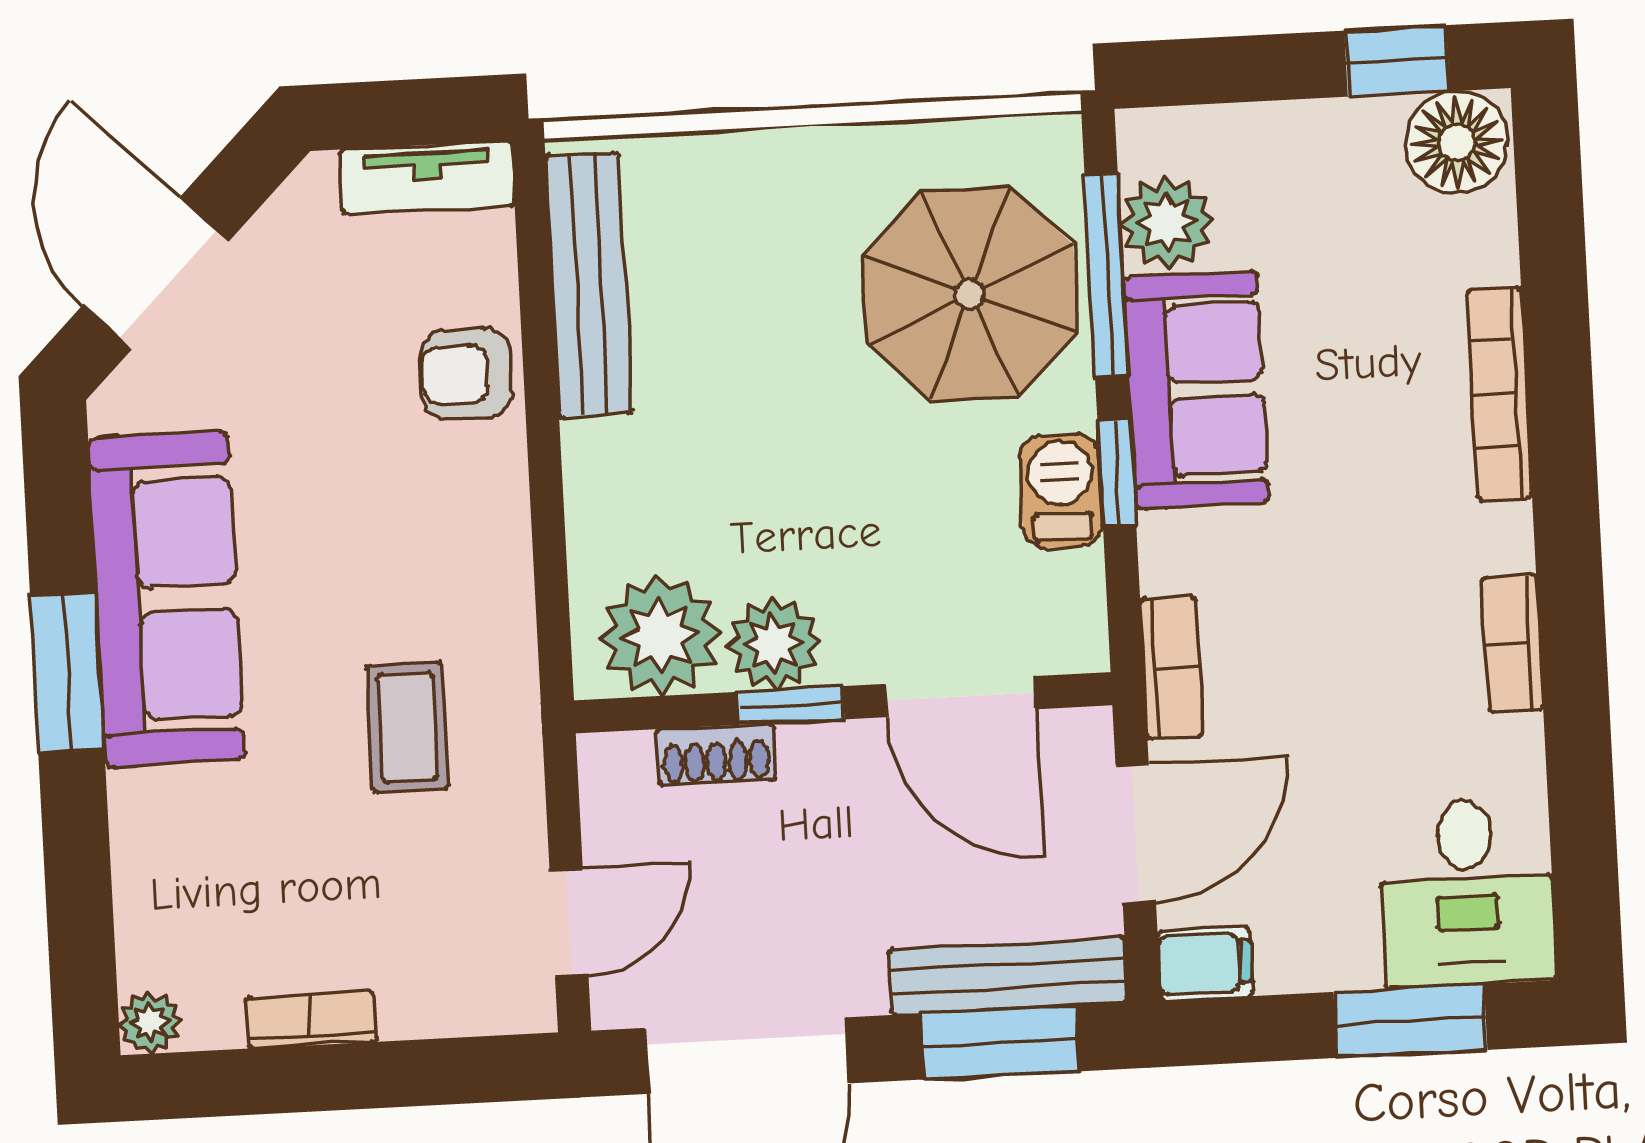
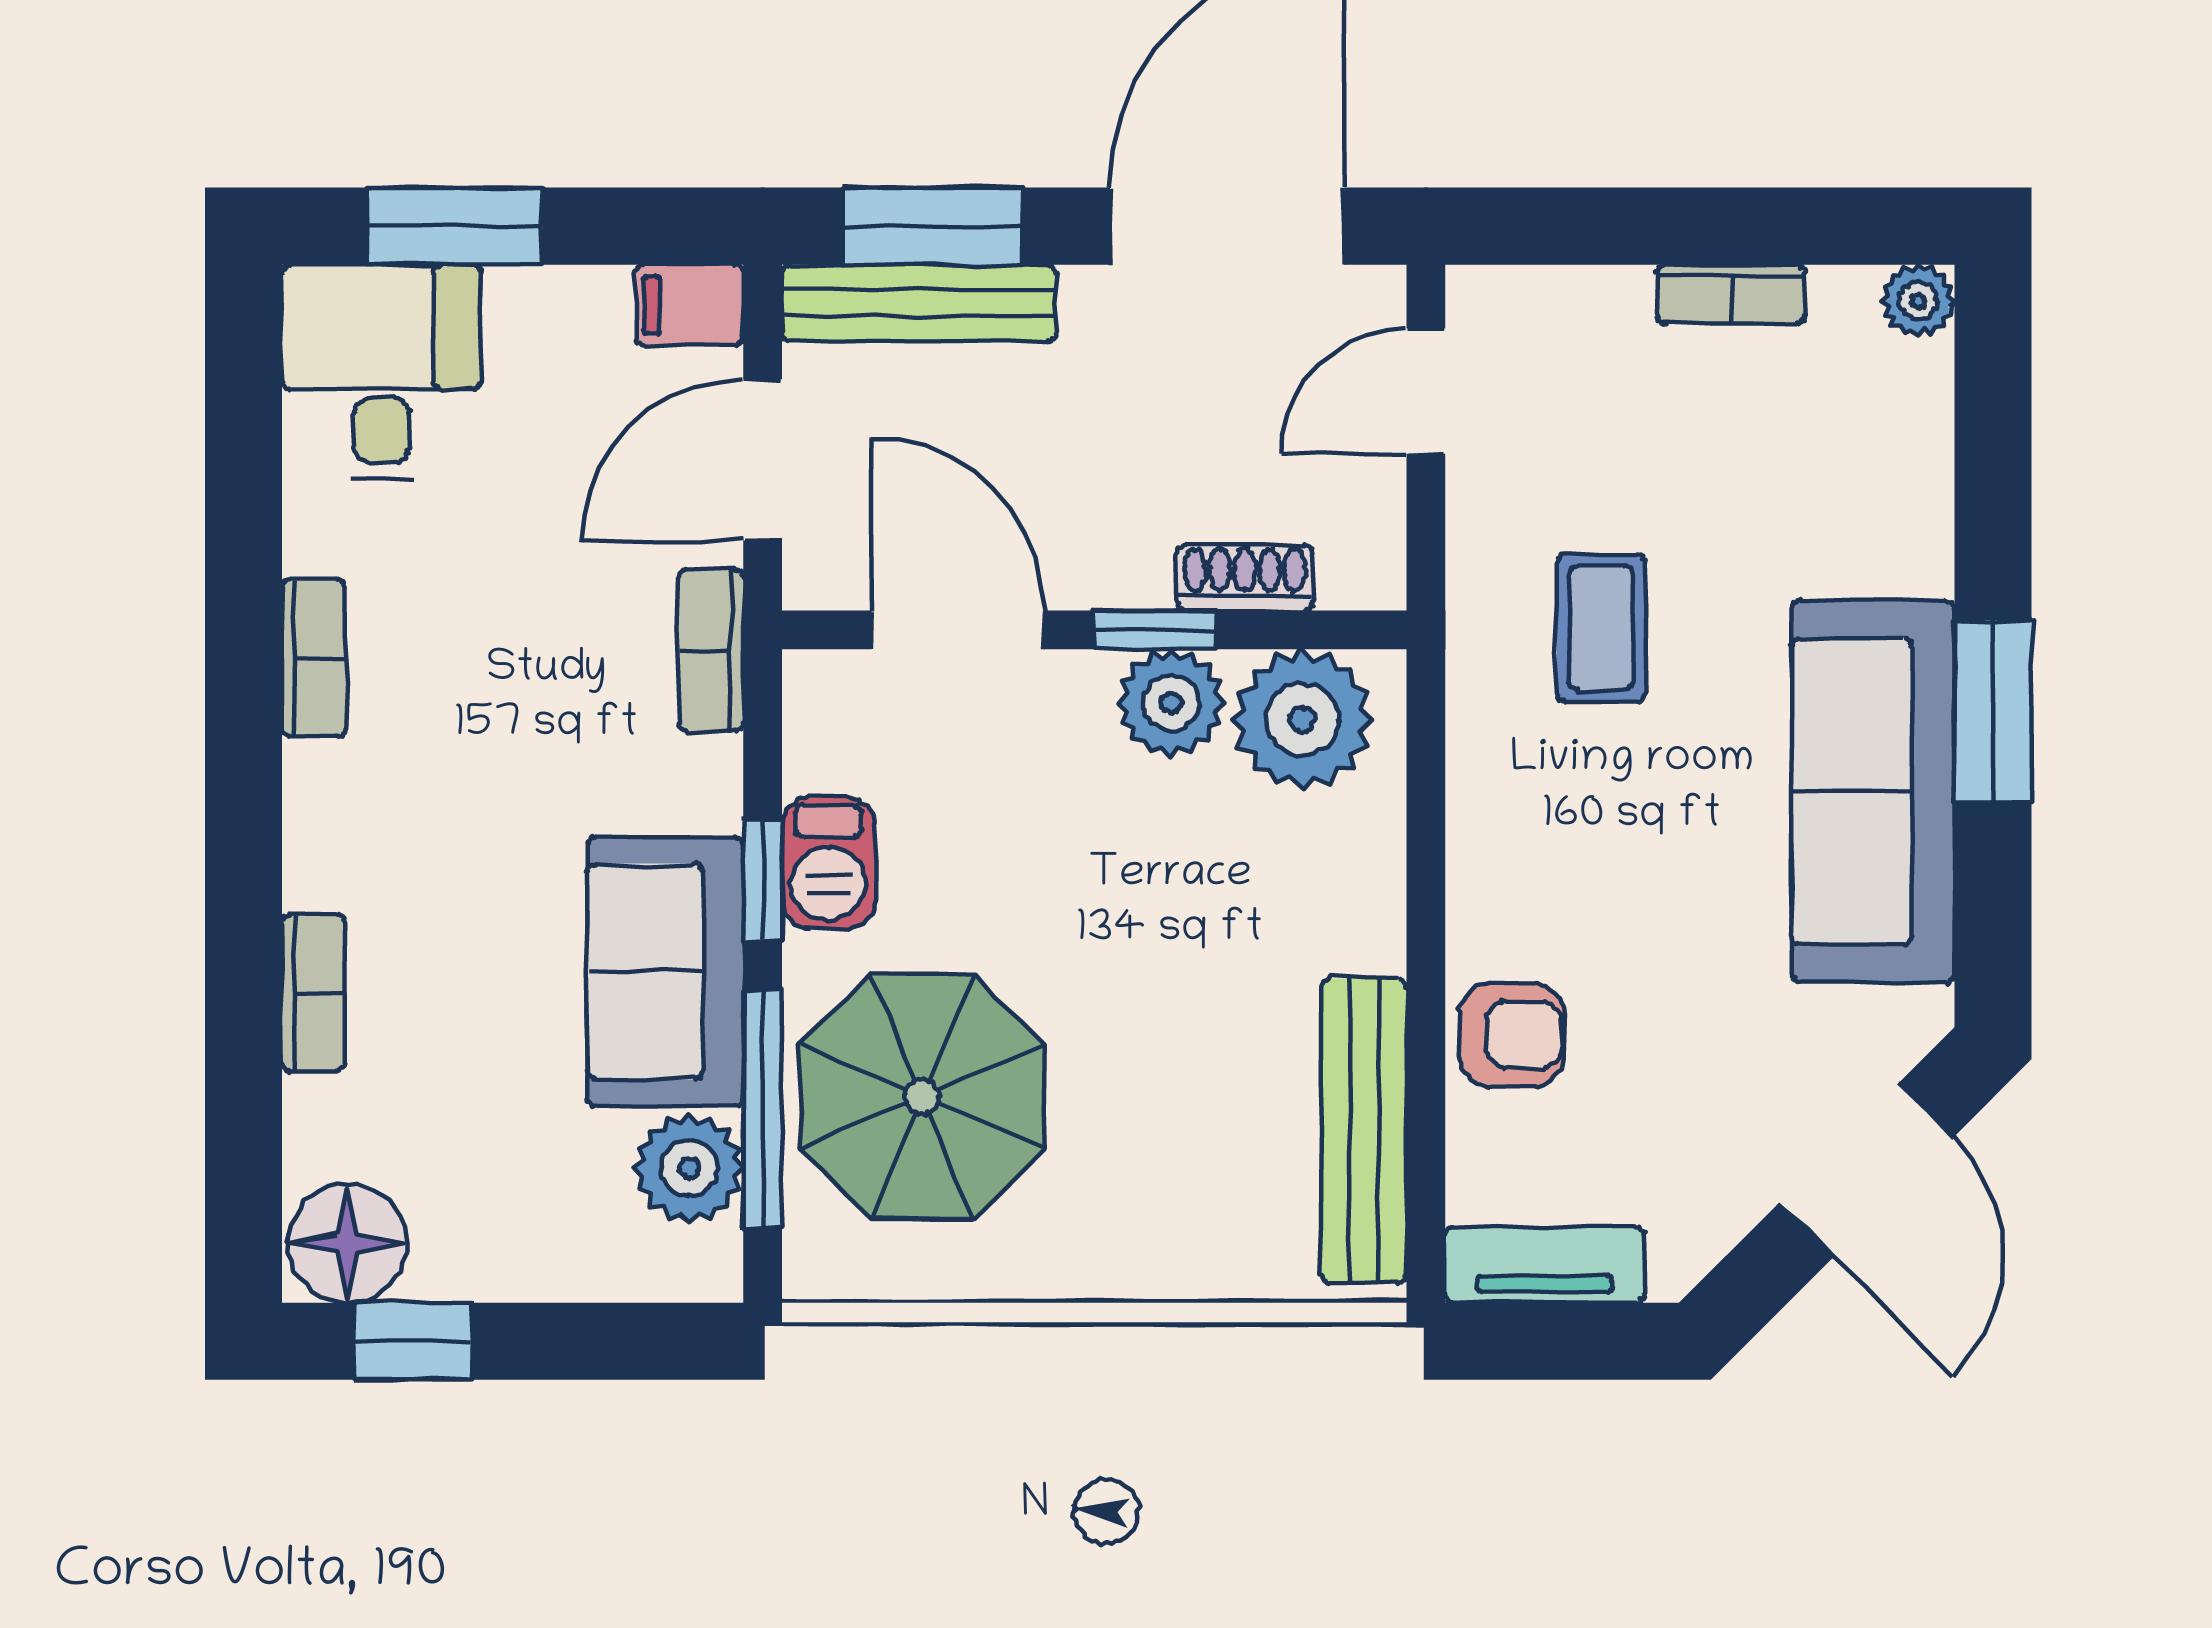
bookcase: (1500, 394) -> (313, 993), width x0.64

